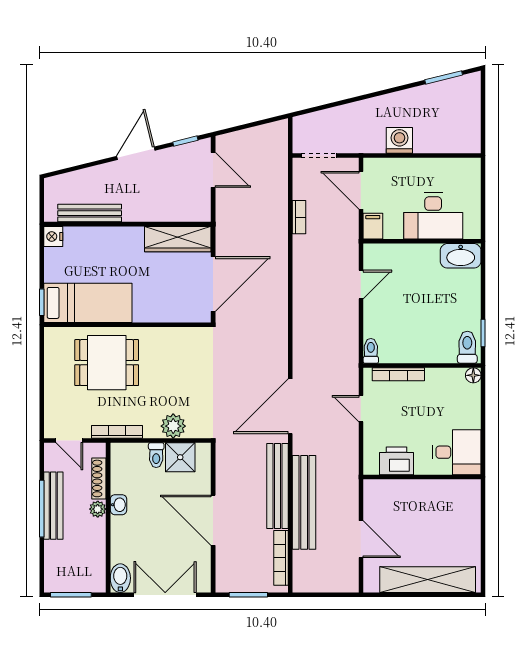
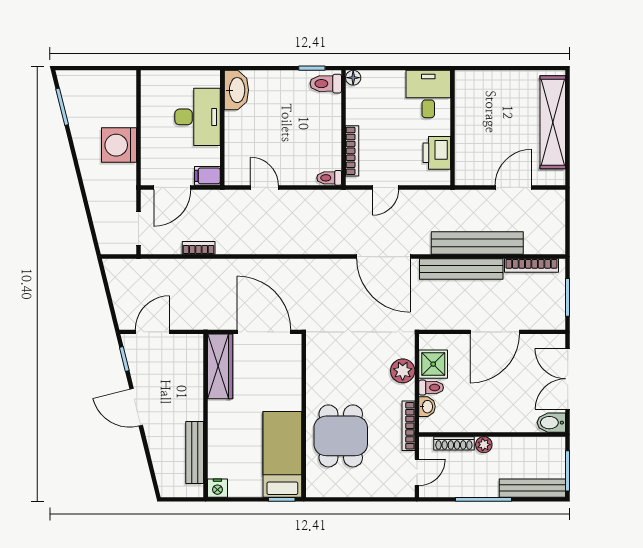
washing machine: (399, 140) -> (119, 145), width x1.37, depth x1.37
washbasin: (119, 505) -> (427, 407), moved, turned 90
bench: (53, 506) -> (532, 488), moved

